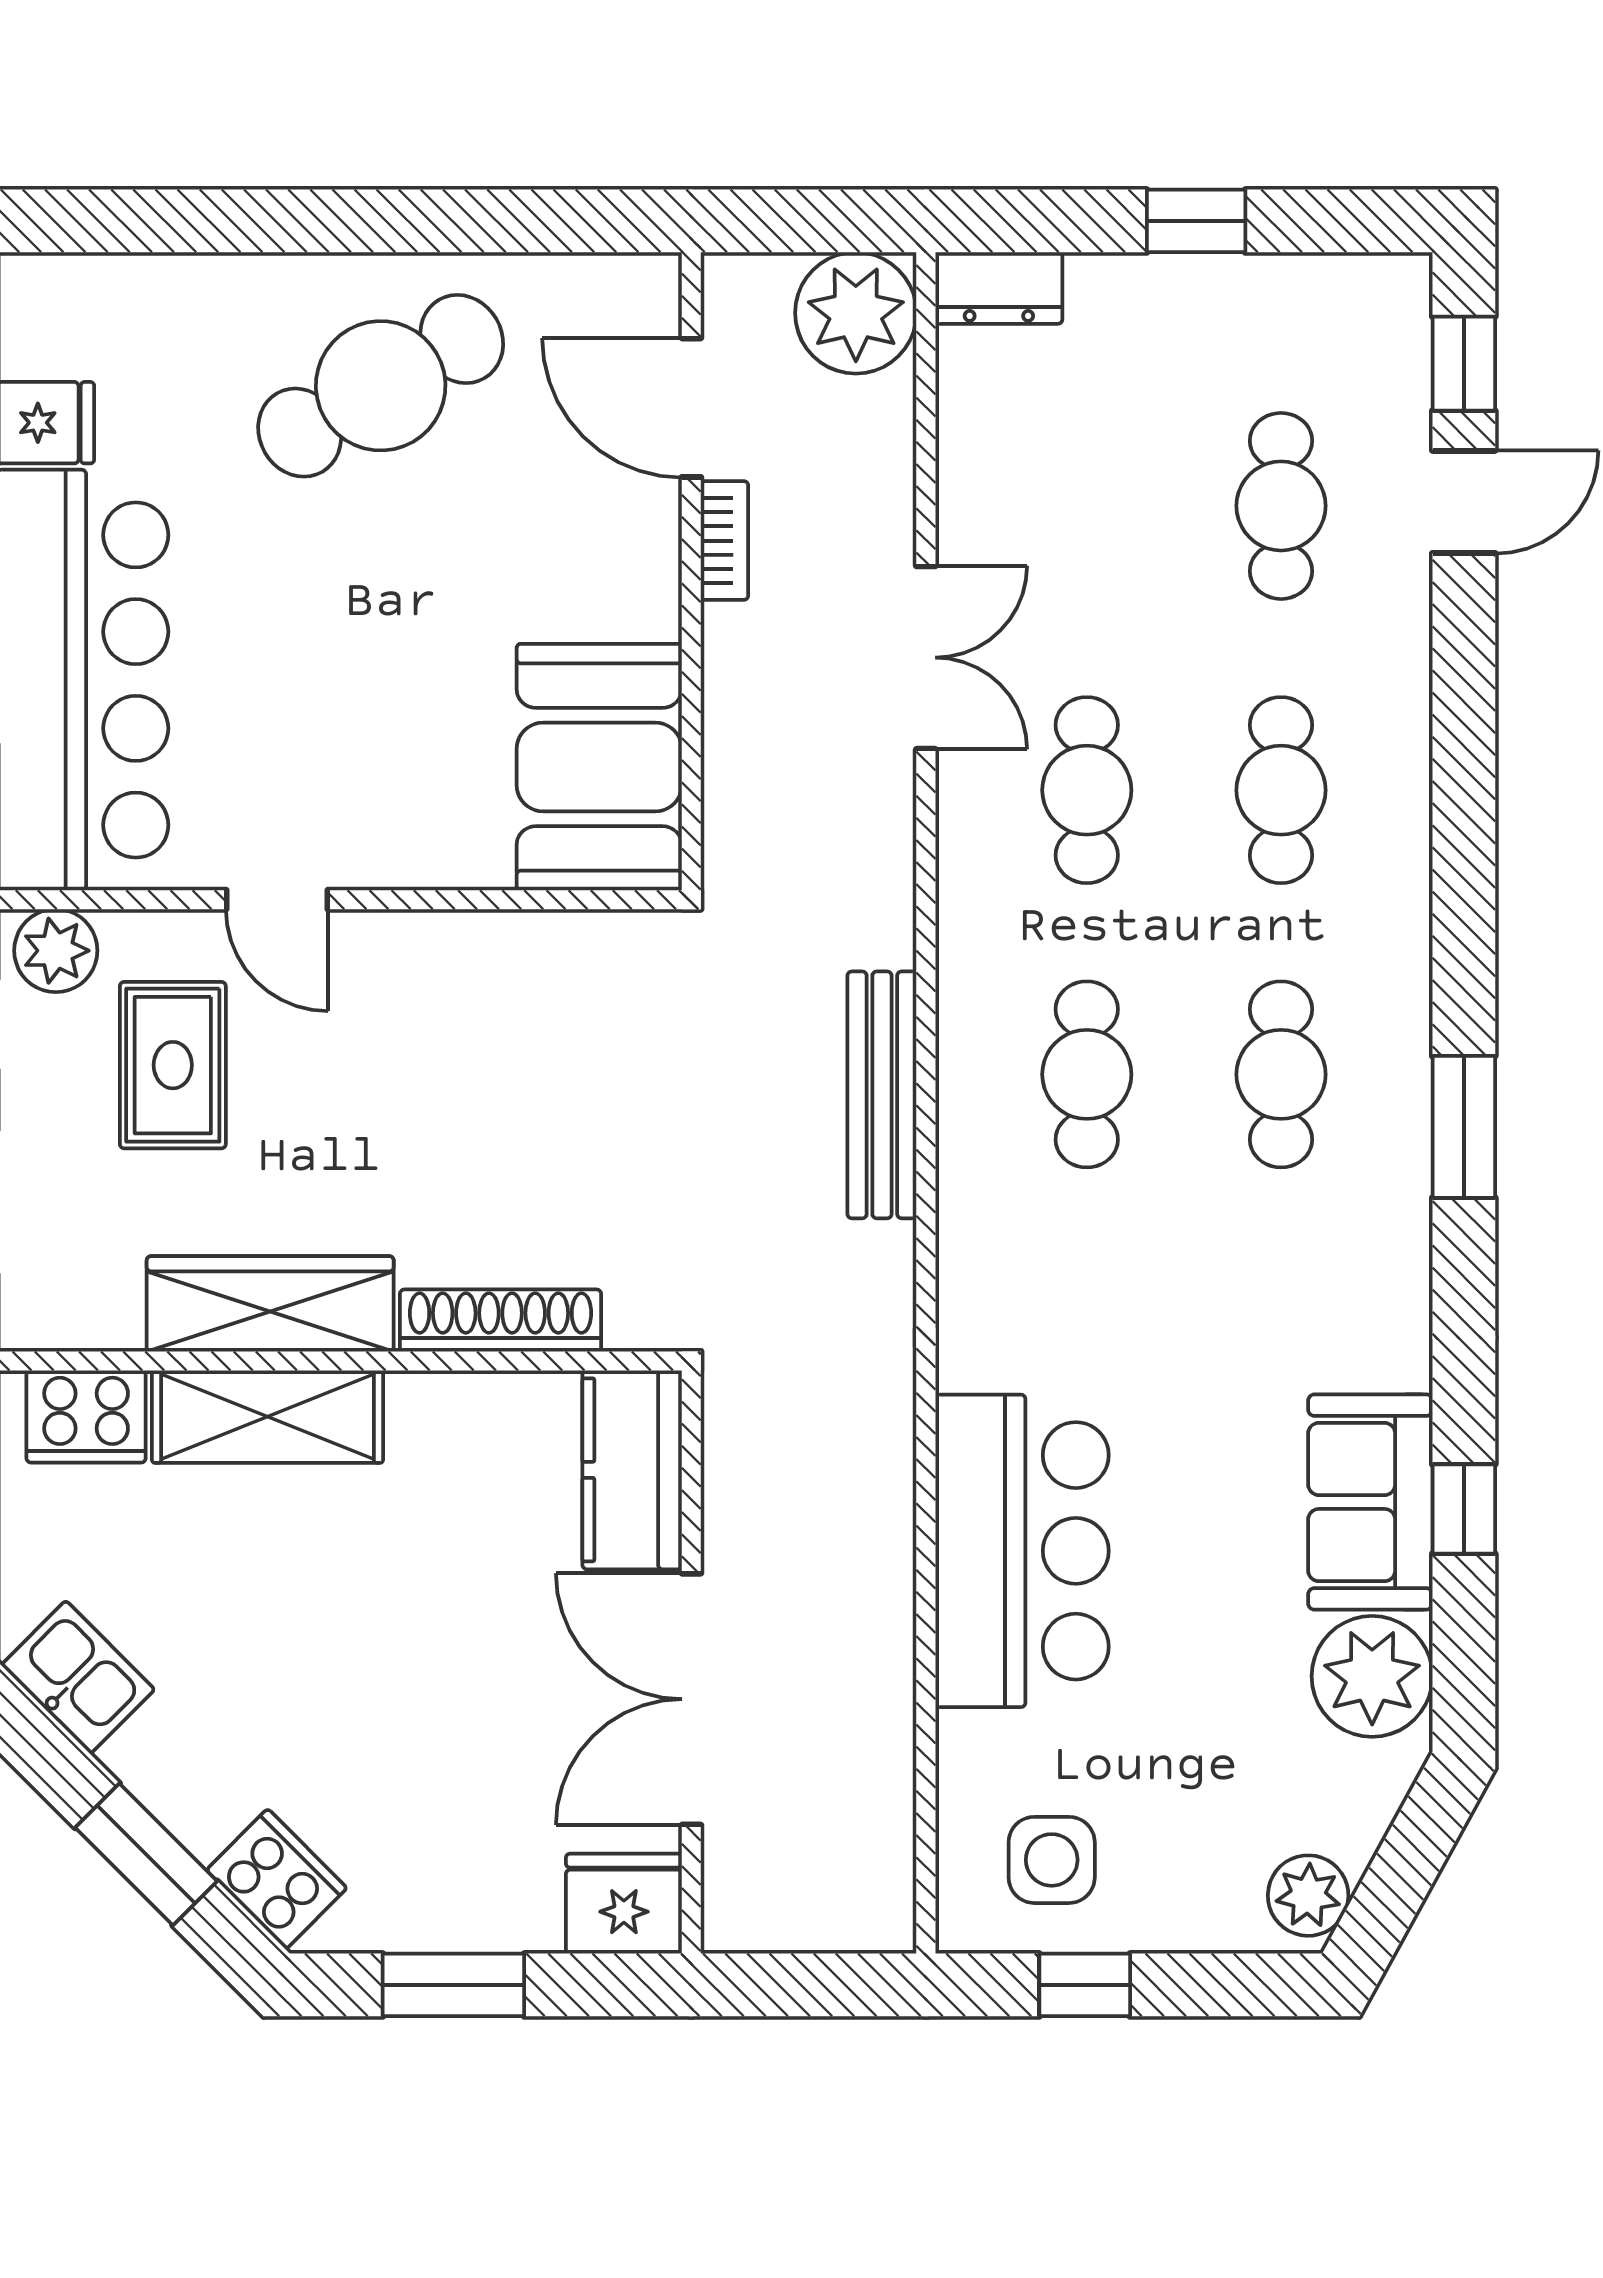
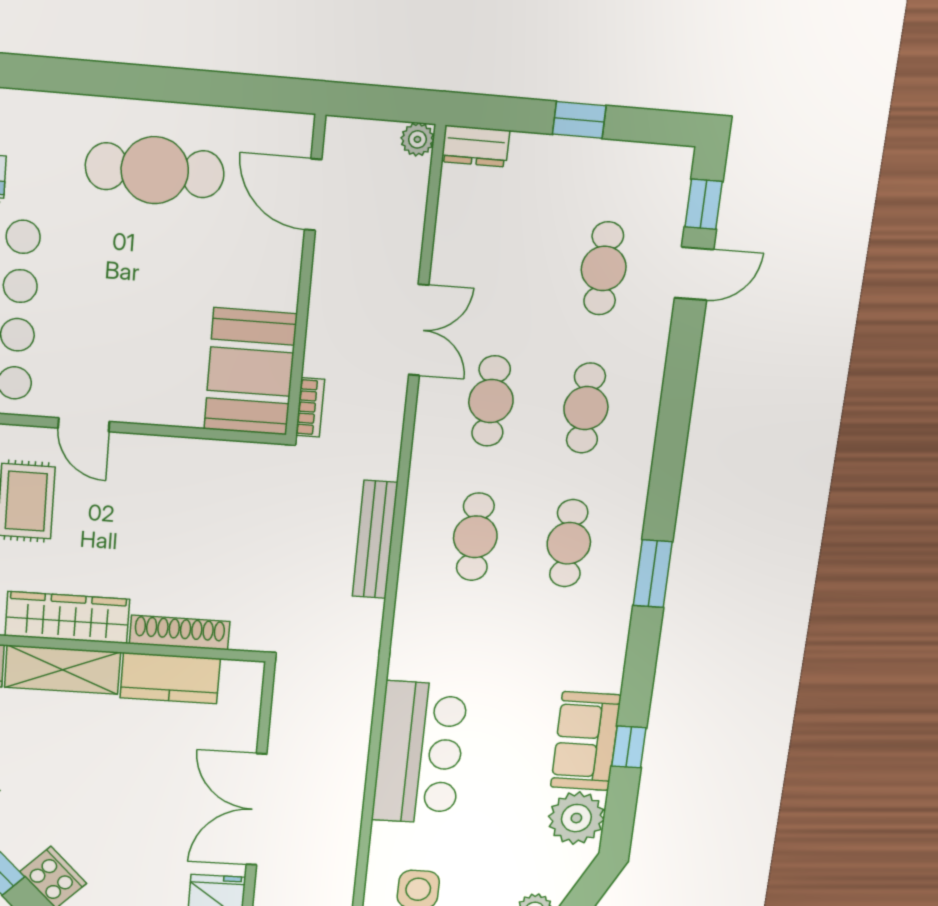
plant: (856, 313) -> (417, 139), width x0.53, depth x0.53
cafe table: (381, 386) -> (155, 170), turned 30
bookcase: (724, 541) -> (310, 407), moved
kitchen counter: (632, 1470) -> (170, 678), moved, turned -90

